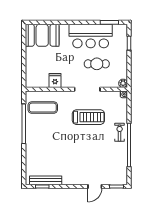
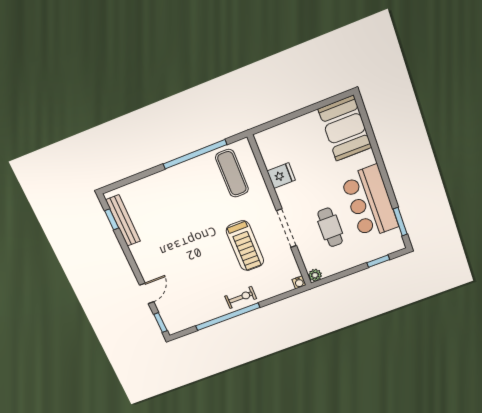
door: (95, 187) -> (147, 293), swing flipped

